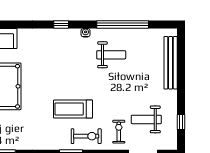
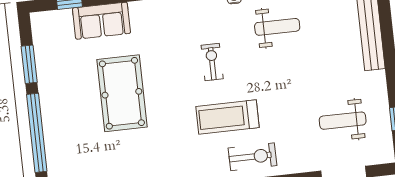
exercise bike: (119, 132) -> (212, 62), moved

